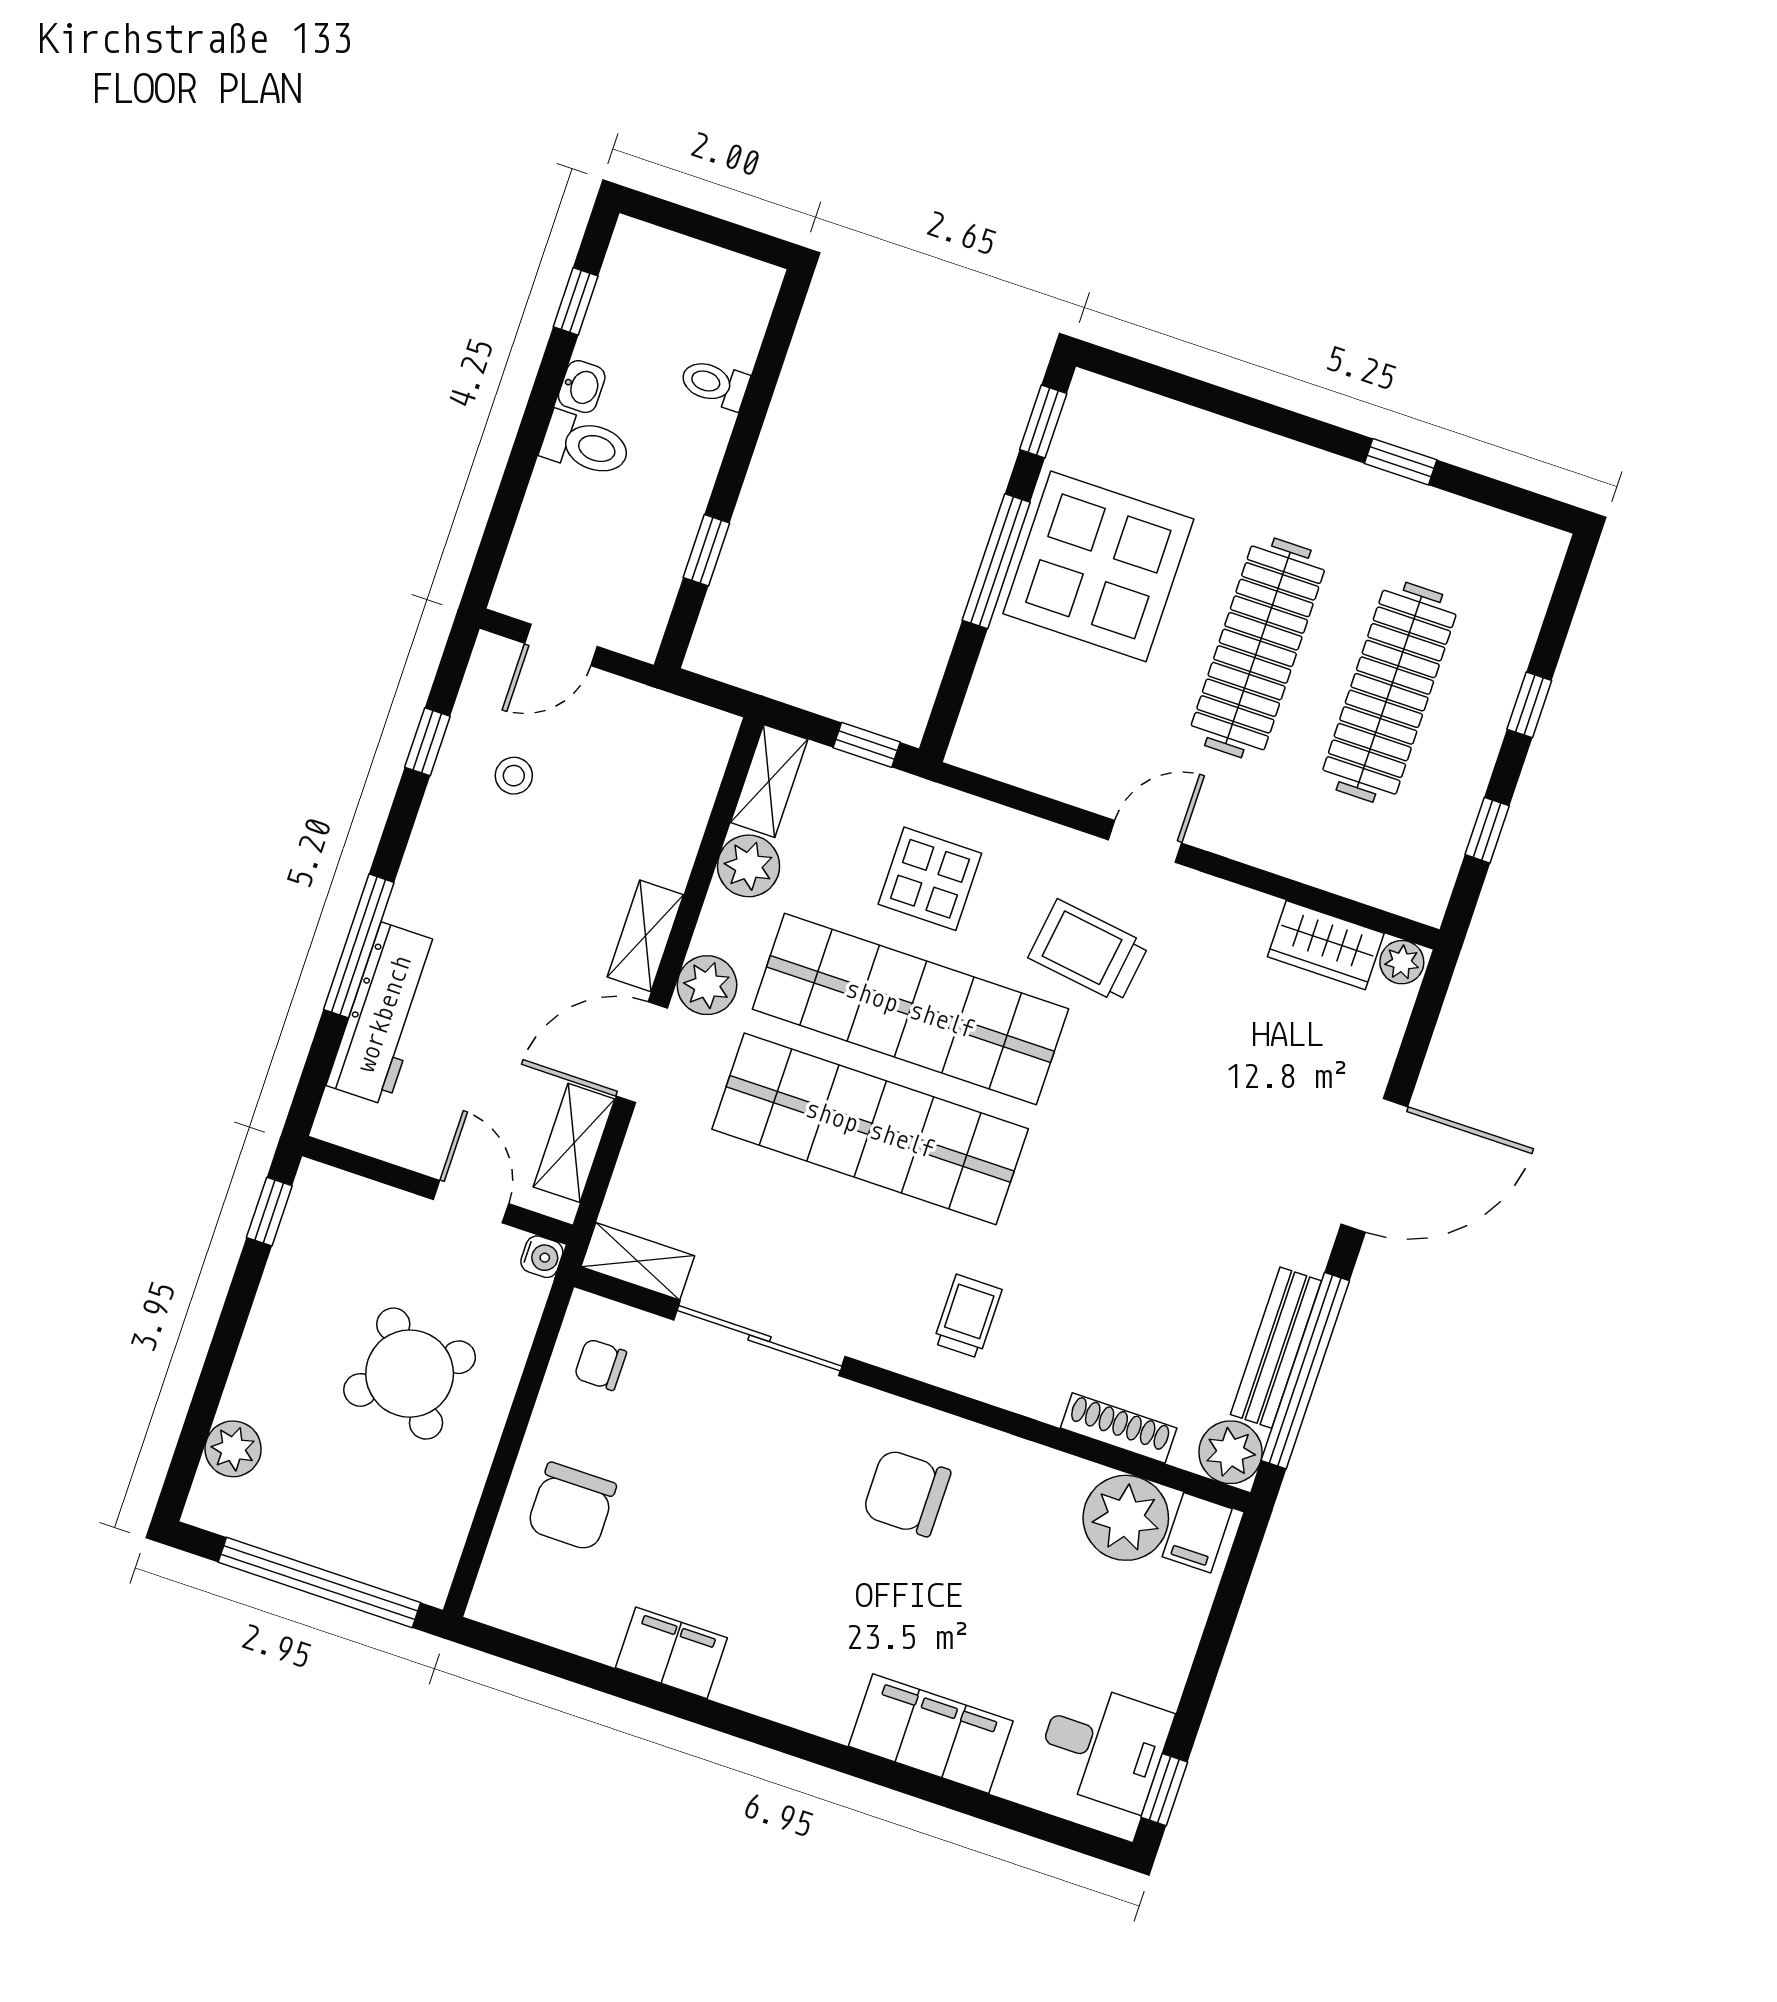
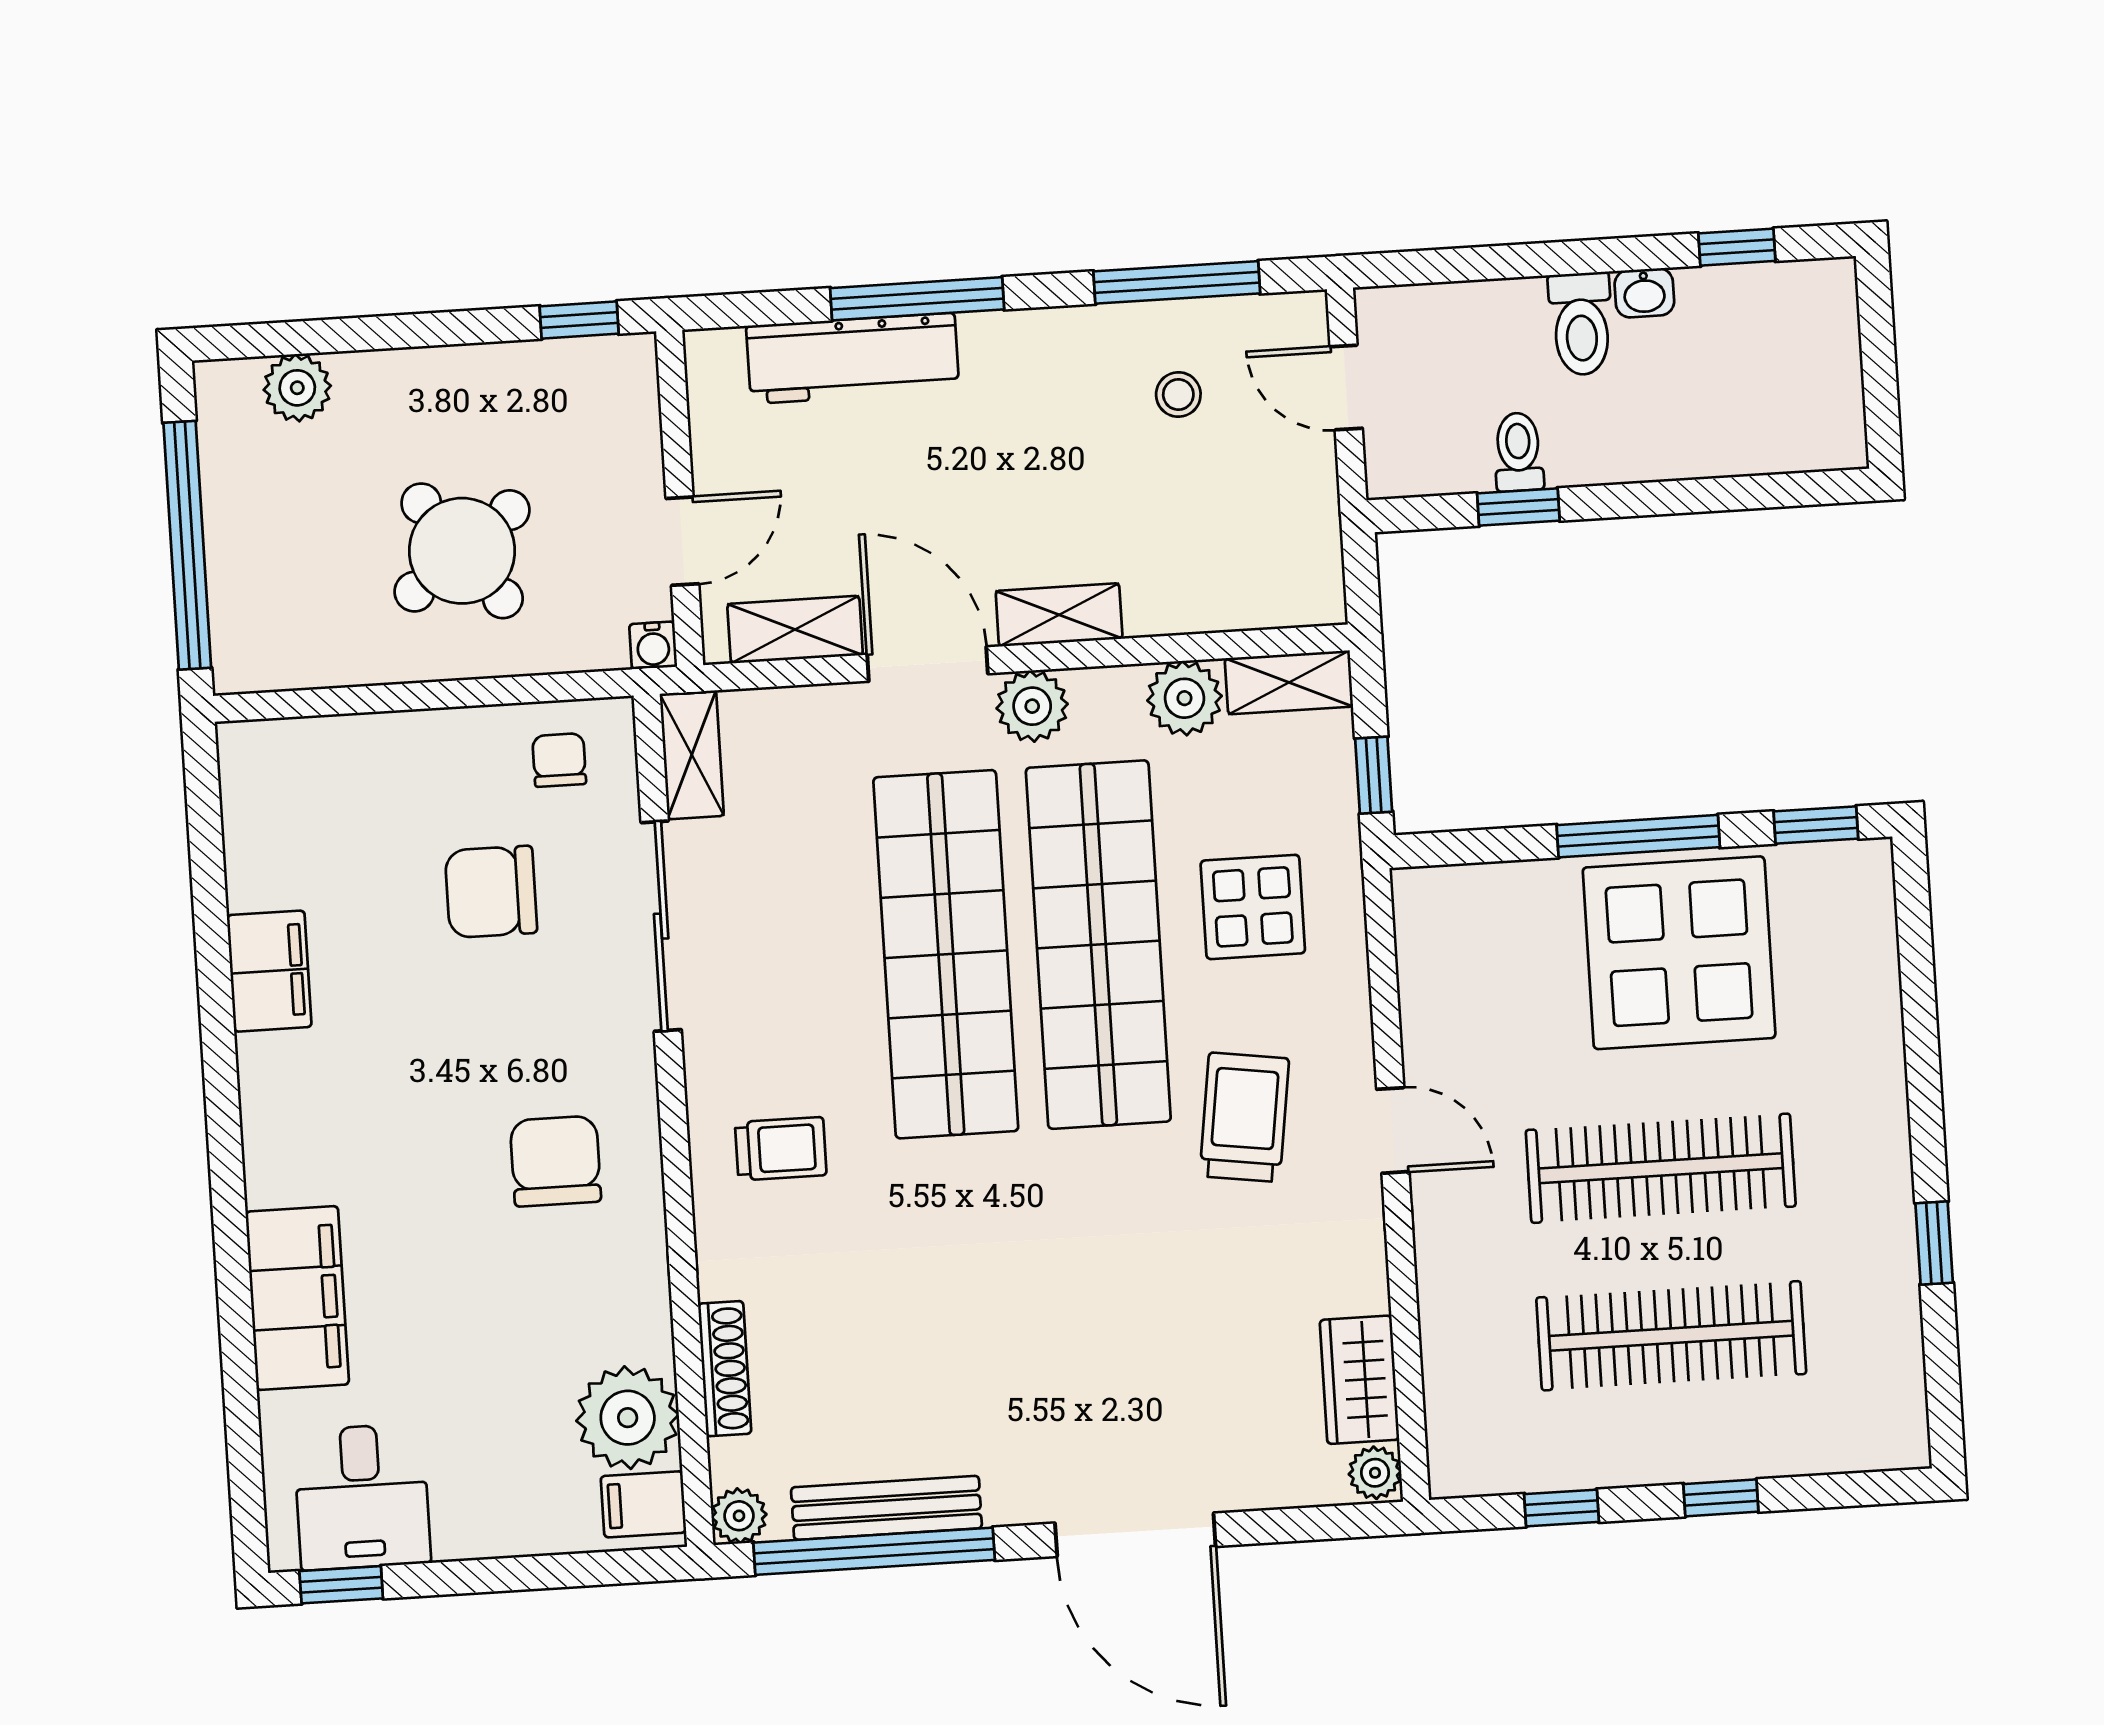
toilet: (714, 384) -> (1518, 452), moved
window: (427, 742) -> (1177, 282), width x2.17
plant: (1230, 1452) -> (739, 1516), width x0.73, depth x0.73
chair: (572, 1507) -> (491, 892), moved

